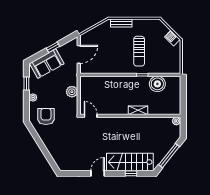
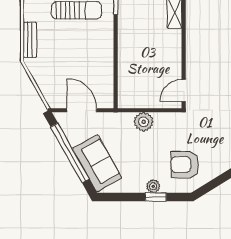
window: (53, 47) -> (70, 153), width x3.17
window: (26, 84) -> (156, 197), moved

